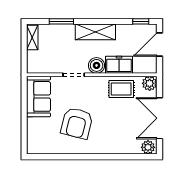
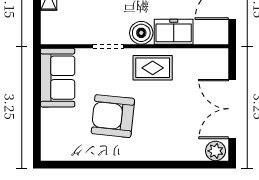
plant: (150, 83) -> (218, 59), removed
rug: (121, 89) -> (153, 68), moved
armchair: (77, 123) -> (113, 116), turned 82

